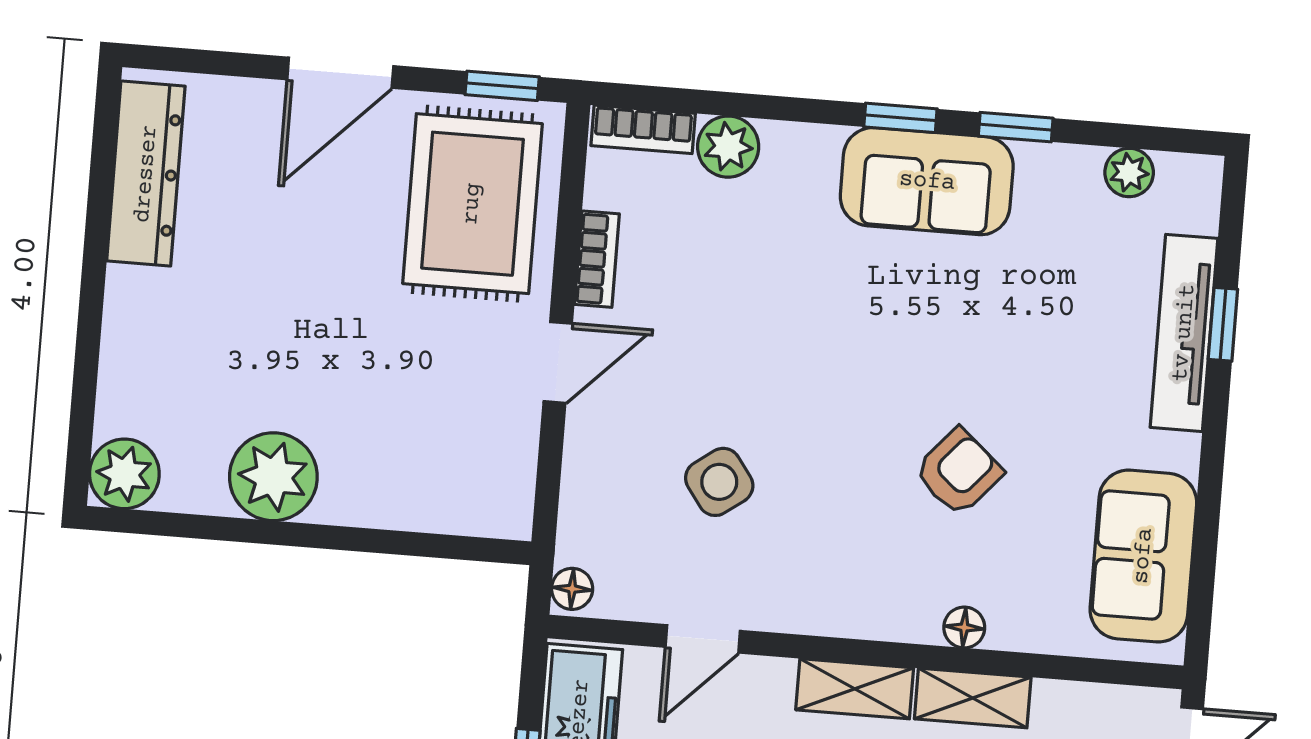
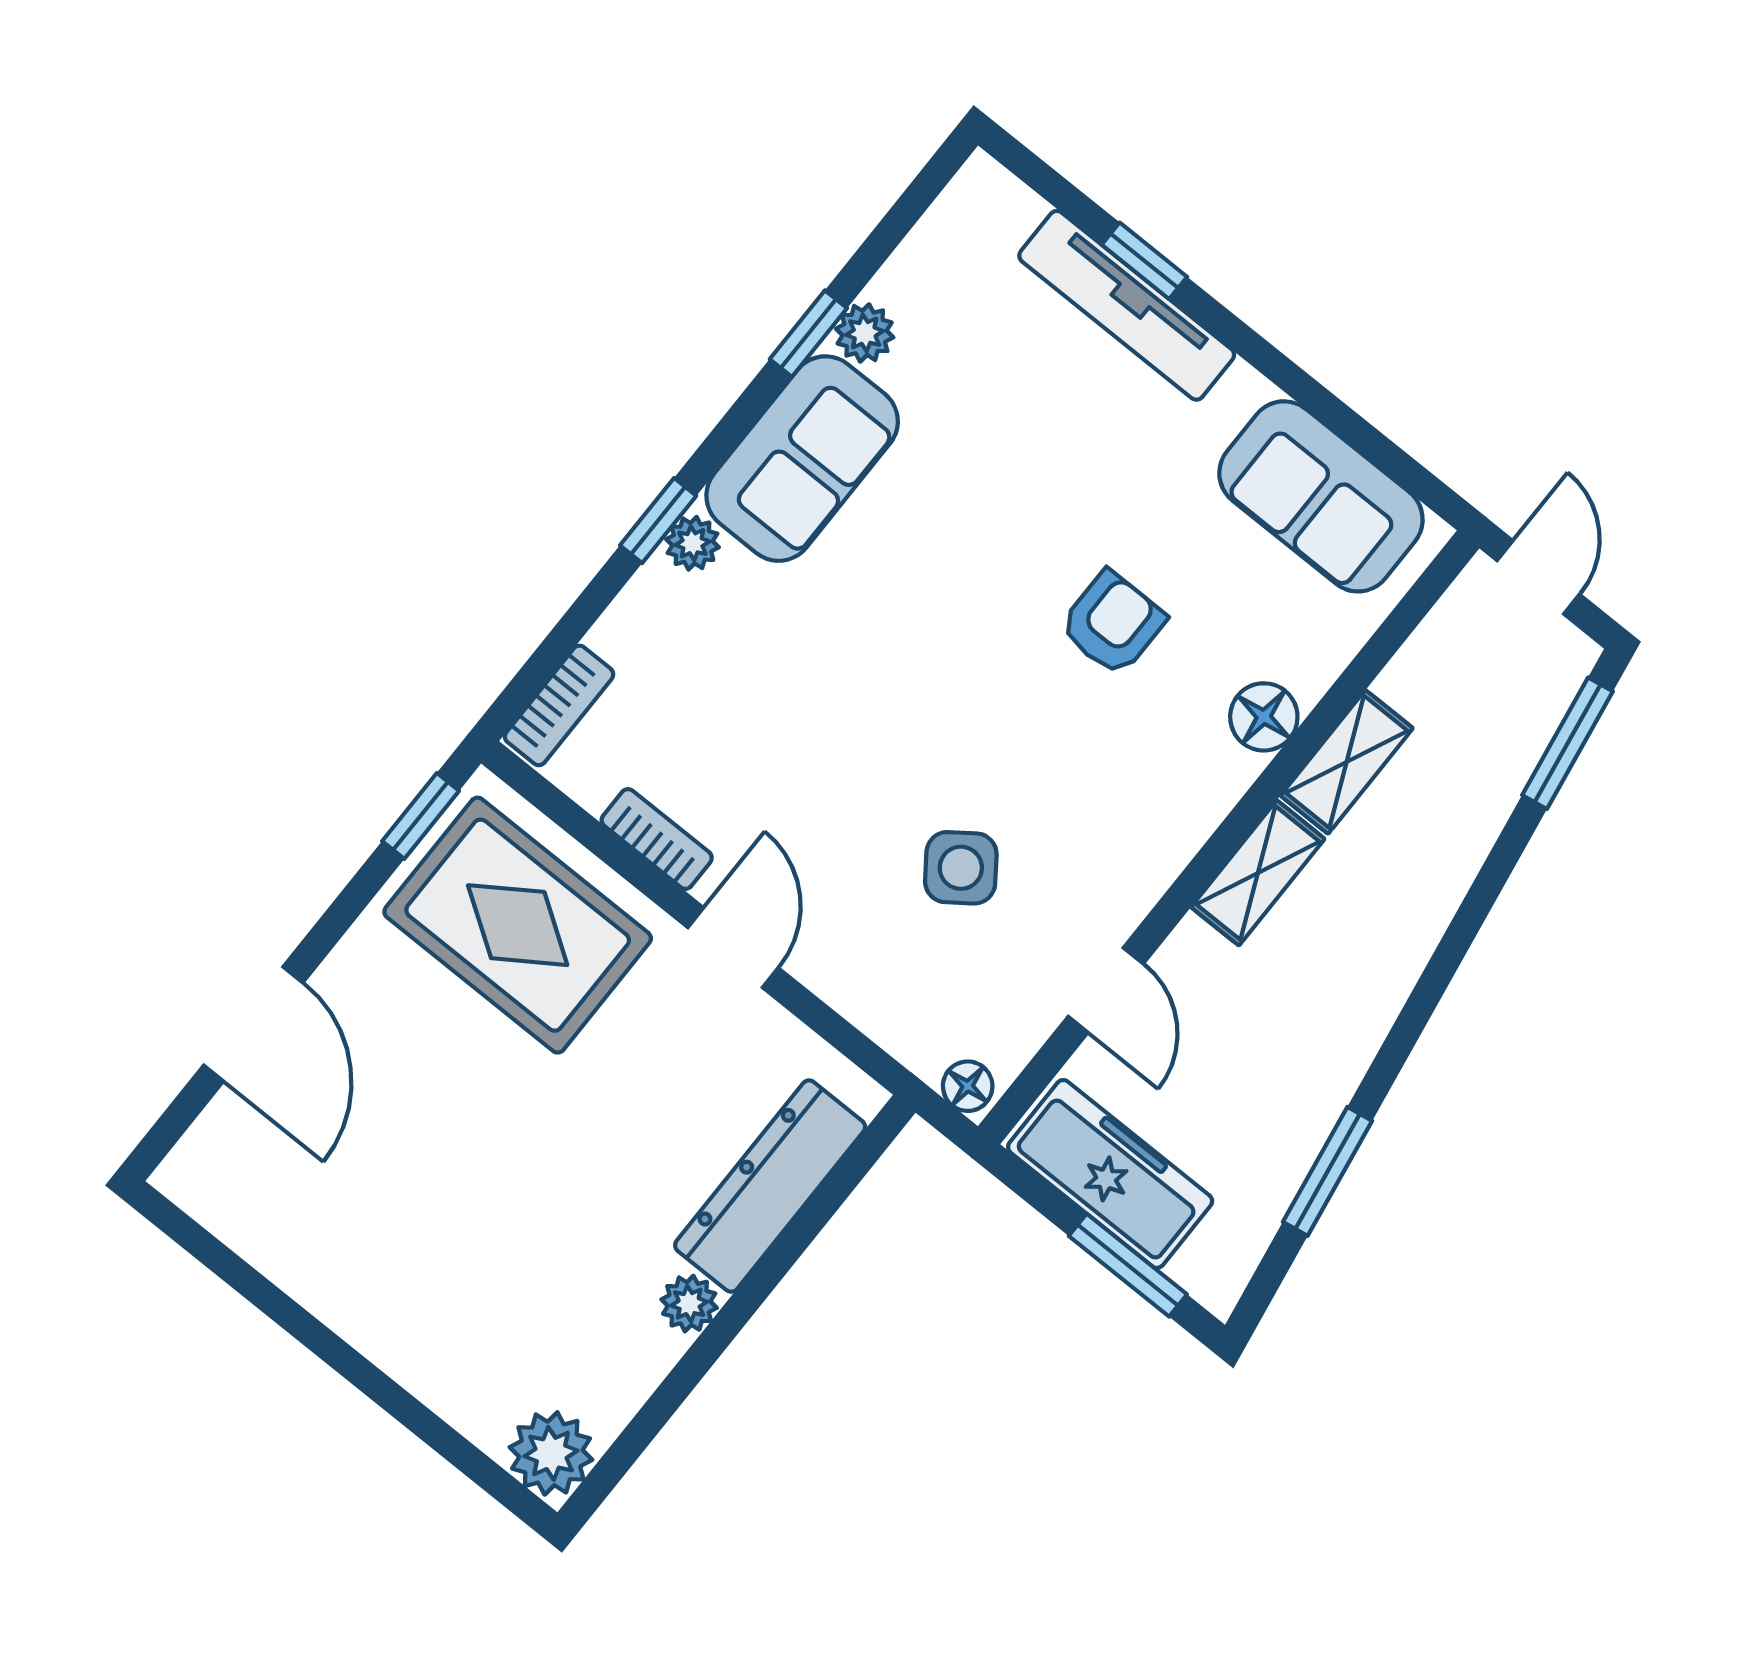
door: (340, 73) -> (253, 1024), moved
window: (900, 118) -> (658, 521), moved
plant: (728, 147) -> (693, 543), moved, width x0.73, depth x0.73
plant: (1129, 173) -> (865, 333), moved
dresser: (146, 174) -> (770, 1186), moved, turned -90
armchair: (959, 472) -> (1112, 623), turned 49
plant: (273, 477) -> (689, 1304), width x0.53, depth x0.53
floor lamp: (964, 627) -> (1264, 717), width x1.37, depth x1.37

